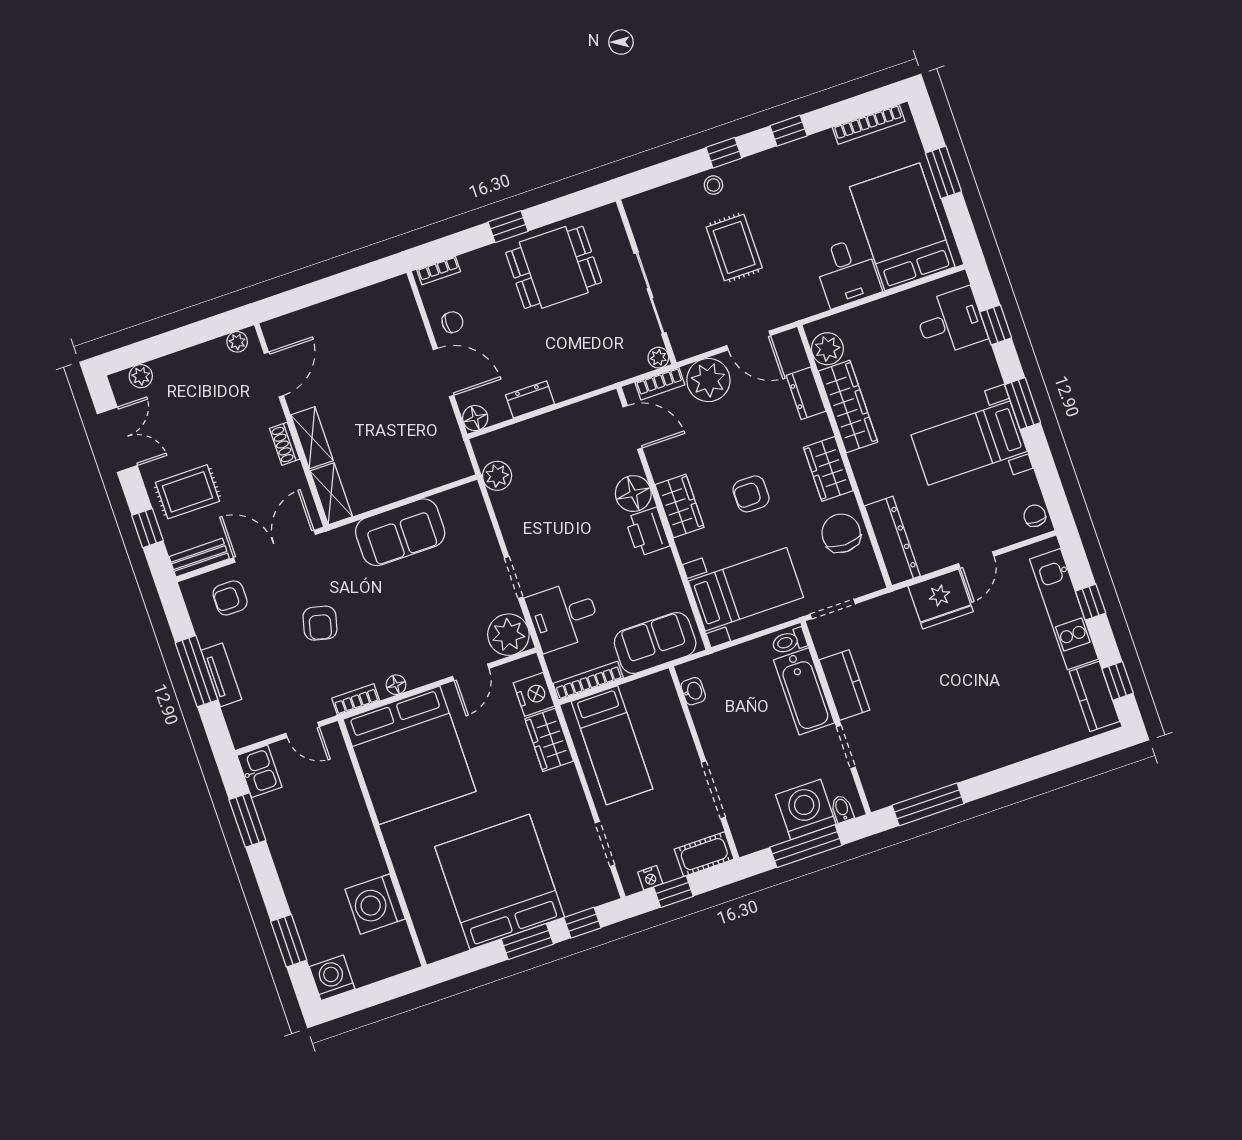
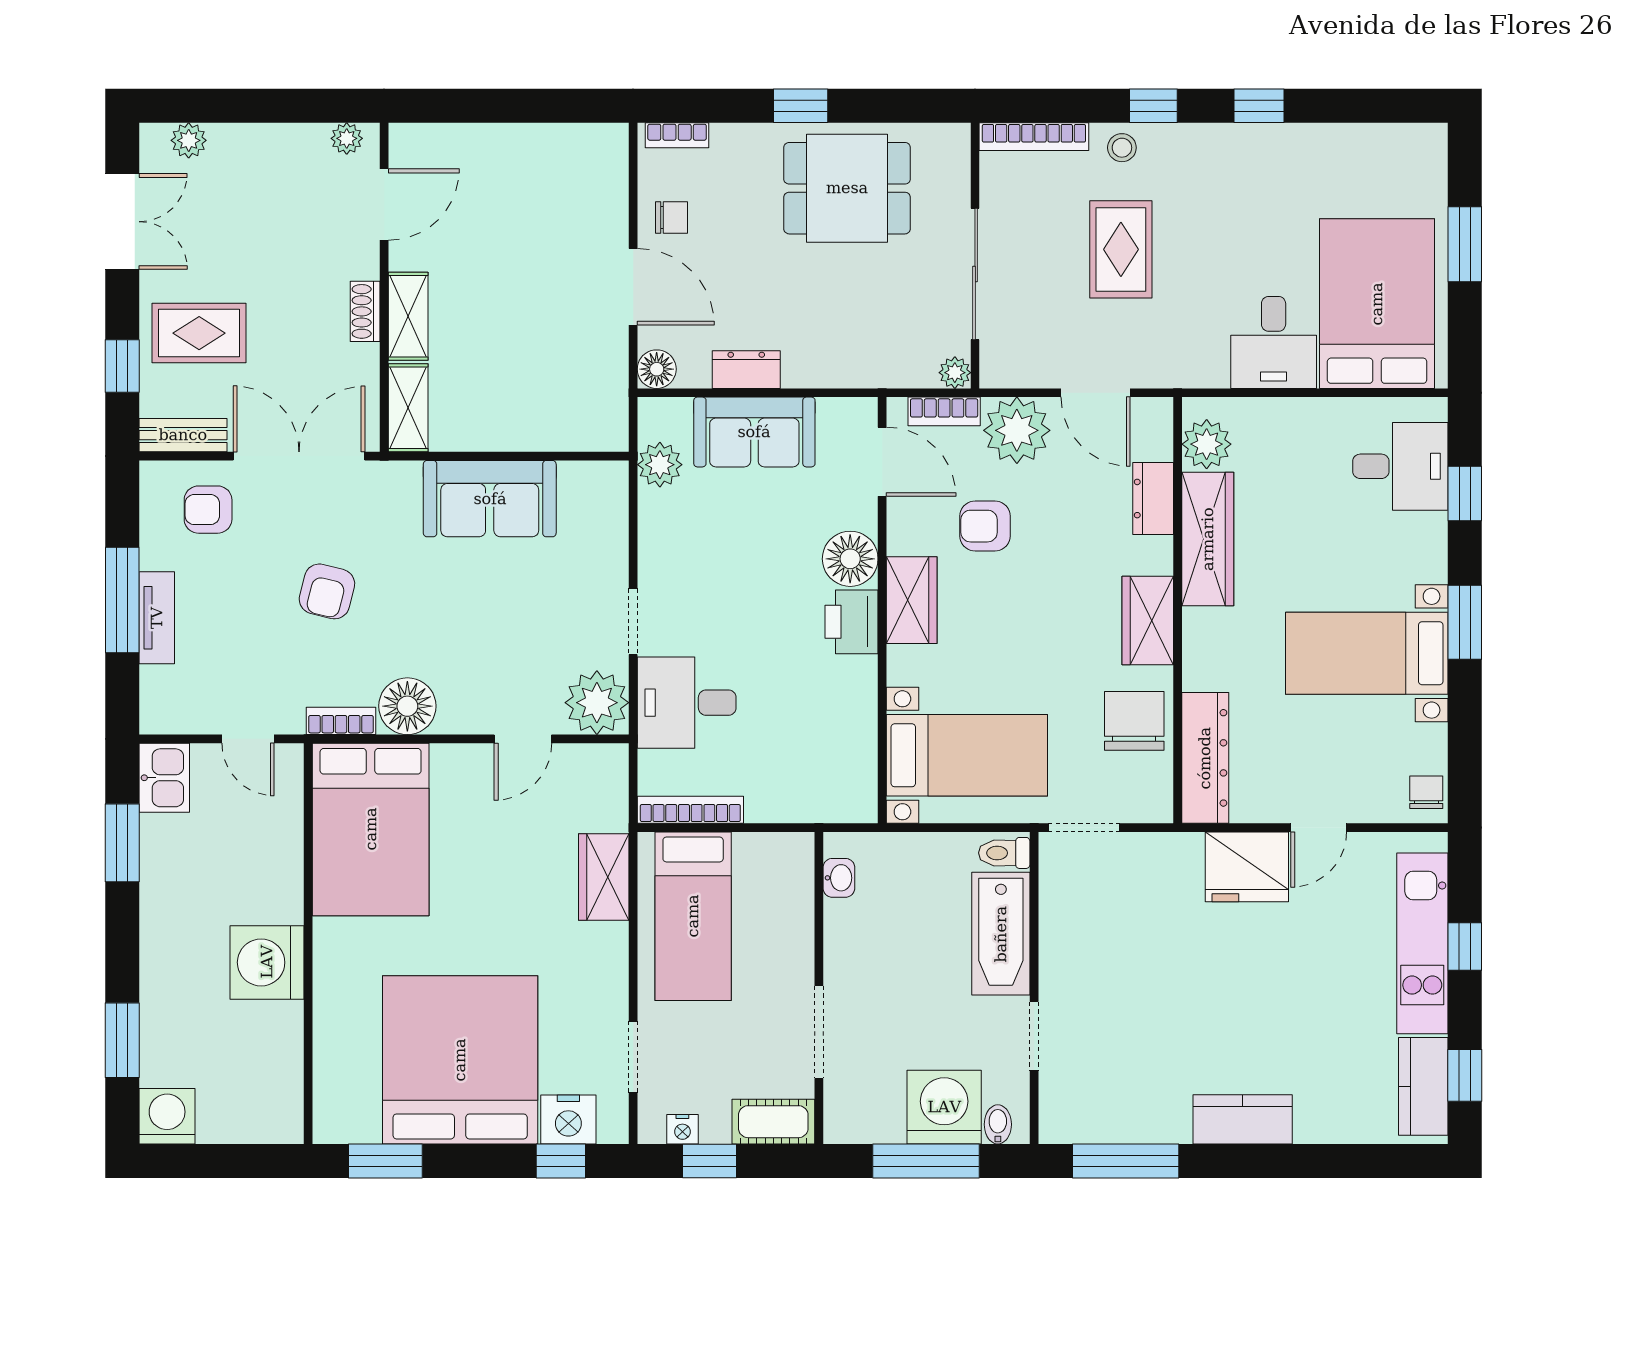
bookcase: (869, 124) -> (1034, 137), moved
armchair: (751, 494) -> (985, 526), moved
sofa: (655, 643) -> (754, 432), moved, turned 180
floor lamp: (396, 685) -> (407, 706), width x1.89, depth x1.89
kitchen counter: (844, 685) -> (1243, 1119), moved, turned -90
nightstand: (534, 694) -> (568, 1119), moved, turned 90
bed: (409, 755) -> (371, 829), width x0.73
washing machine: (375, 904) -> (267, 962), moved
window: (527, 942) -> (385, 1161), moved

